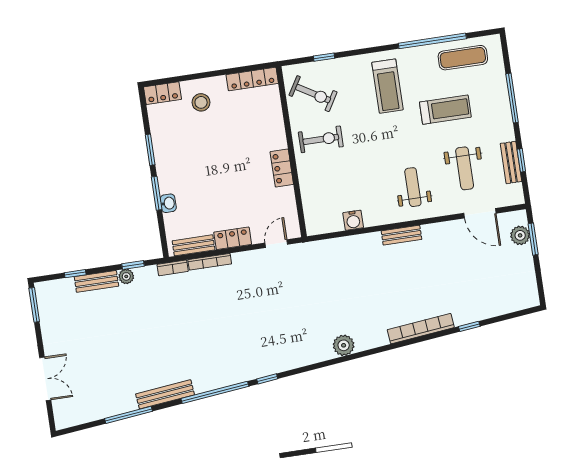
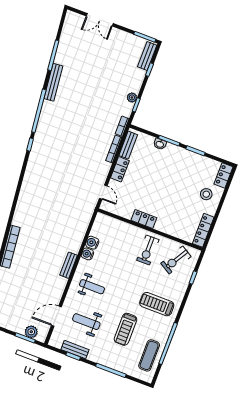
water cooler: (372, 218) -> (87, 254), added
bench: (96, 281) -> (147, 56), moved
plant: (344, 345) -> (25, 198), removed

